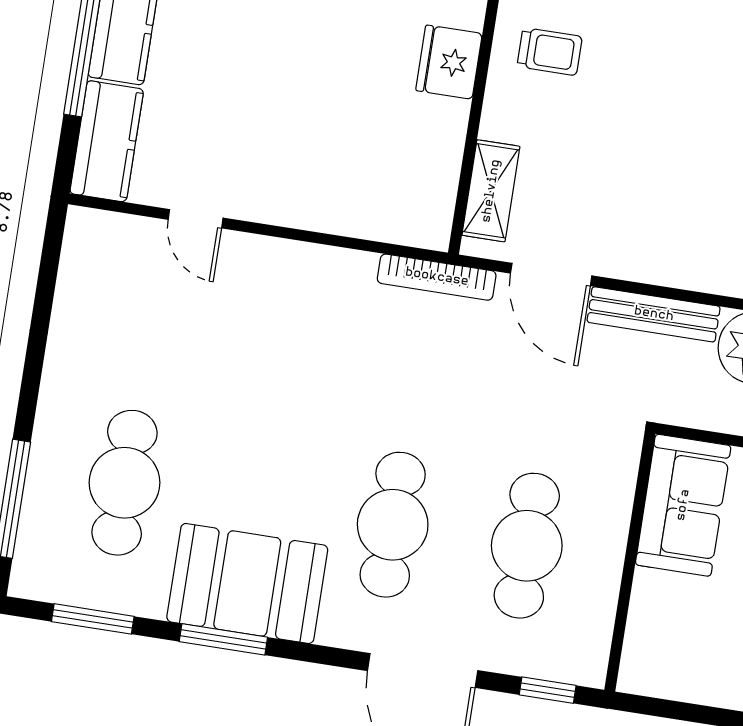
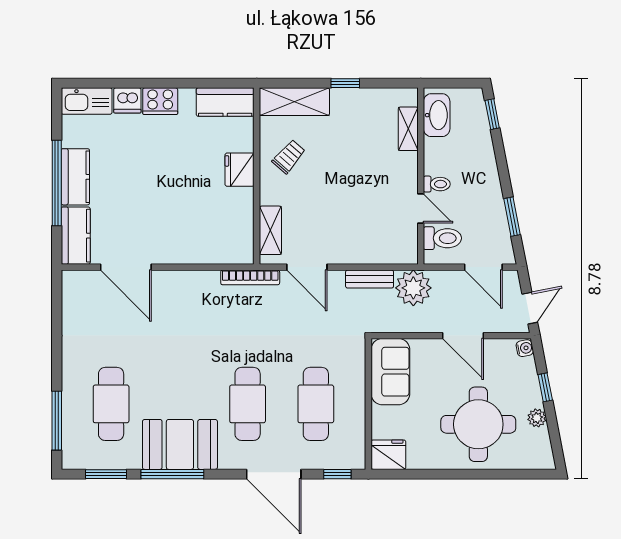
trolley: (550, 52) -> (289, 157), turned -49
door: (196, 219) -> (126, 267), width x1.88
bench: (654, 314) -> (370, 279), width x0.73
window: (223, 639) -> (172, 474), width x1.44
fridge: (654, 668) -> (388, 455), added

